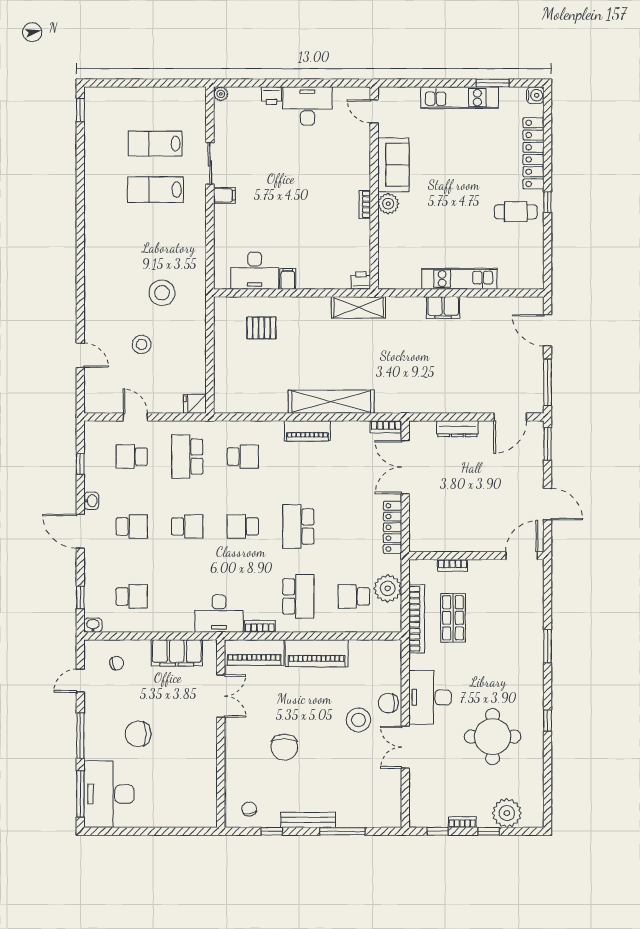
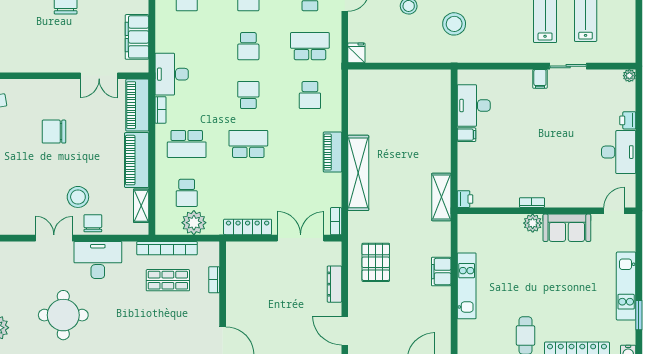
pallet: (261, 328) -> (376, 262), moved, width x1.50, depth x1.42
school desk: (354, 596) -> (187, 193), turned 180
shelving: (368, 648) -> (141, 206), added

